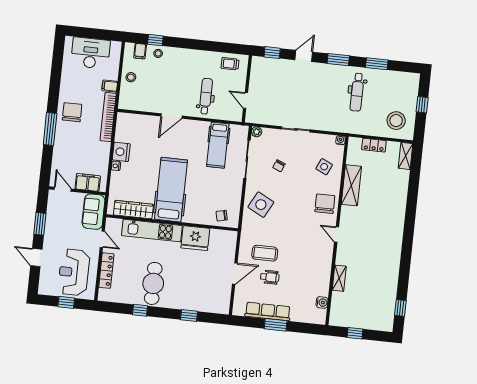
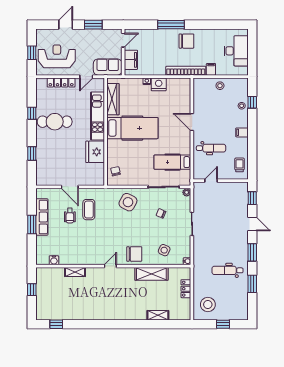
filing cabinet: (140, 51) -> (242, 132), moved
shelving: (406, 156) -> (158, 315), moved

